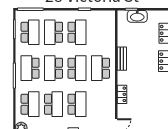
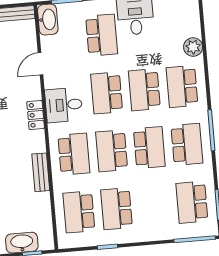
school desk: (54, 32) -> (79, 212), moved, turned 180
desk: (104, 99) -> (64, 105), added

